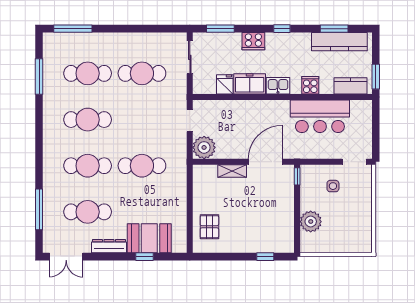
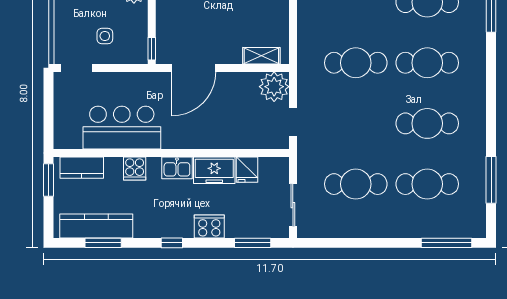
shelving: (232, 171) -> (261, 56), moved

